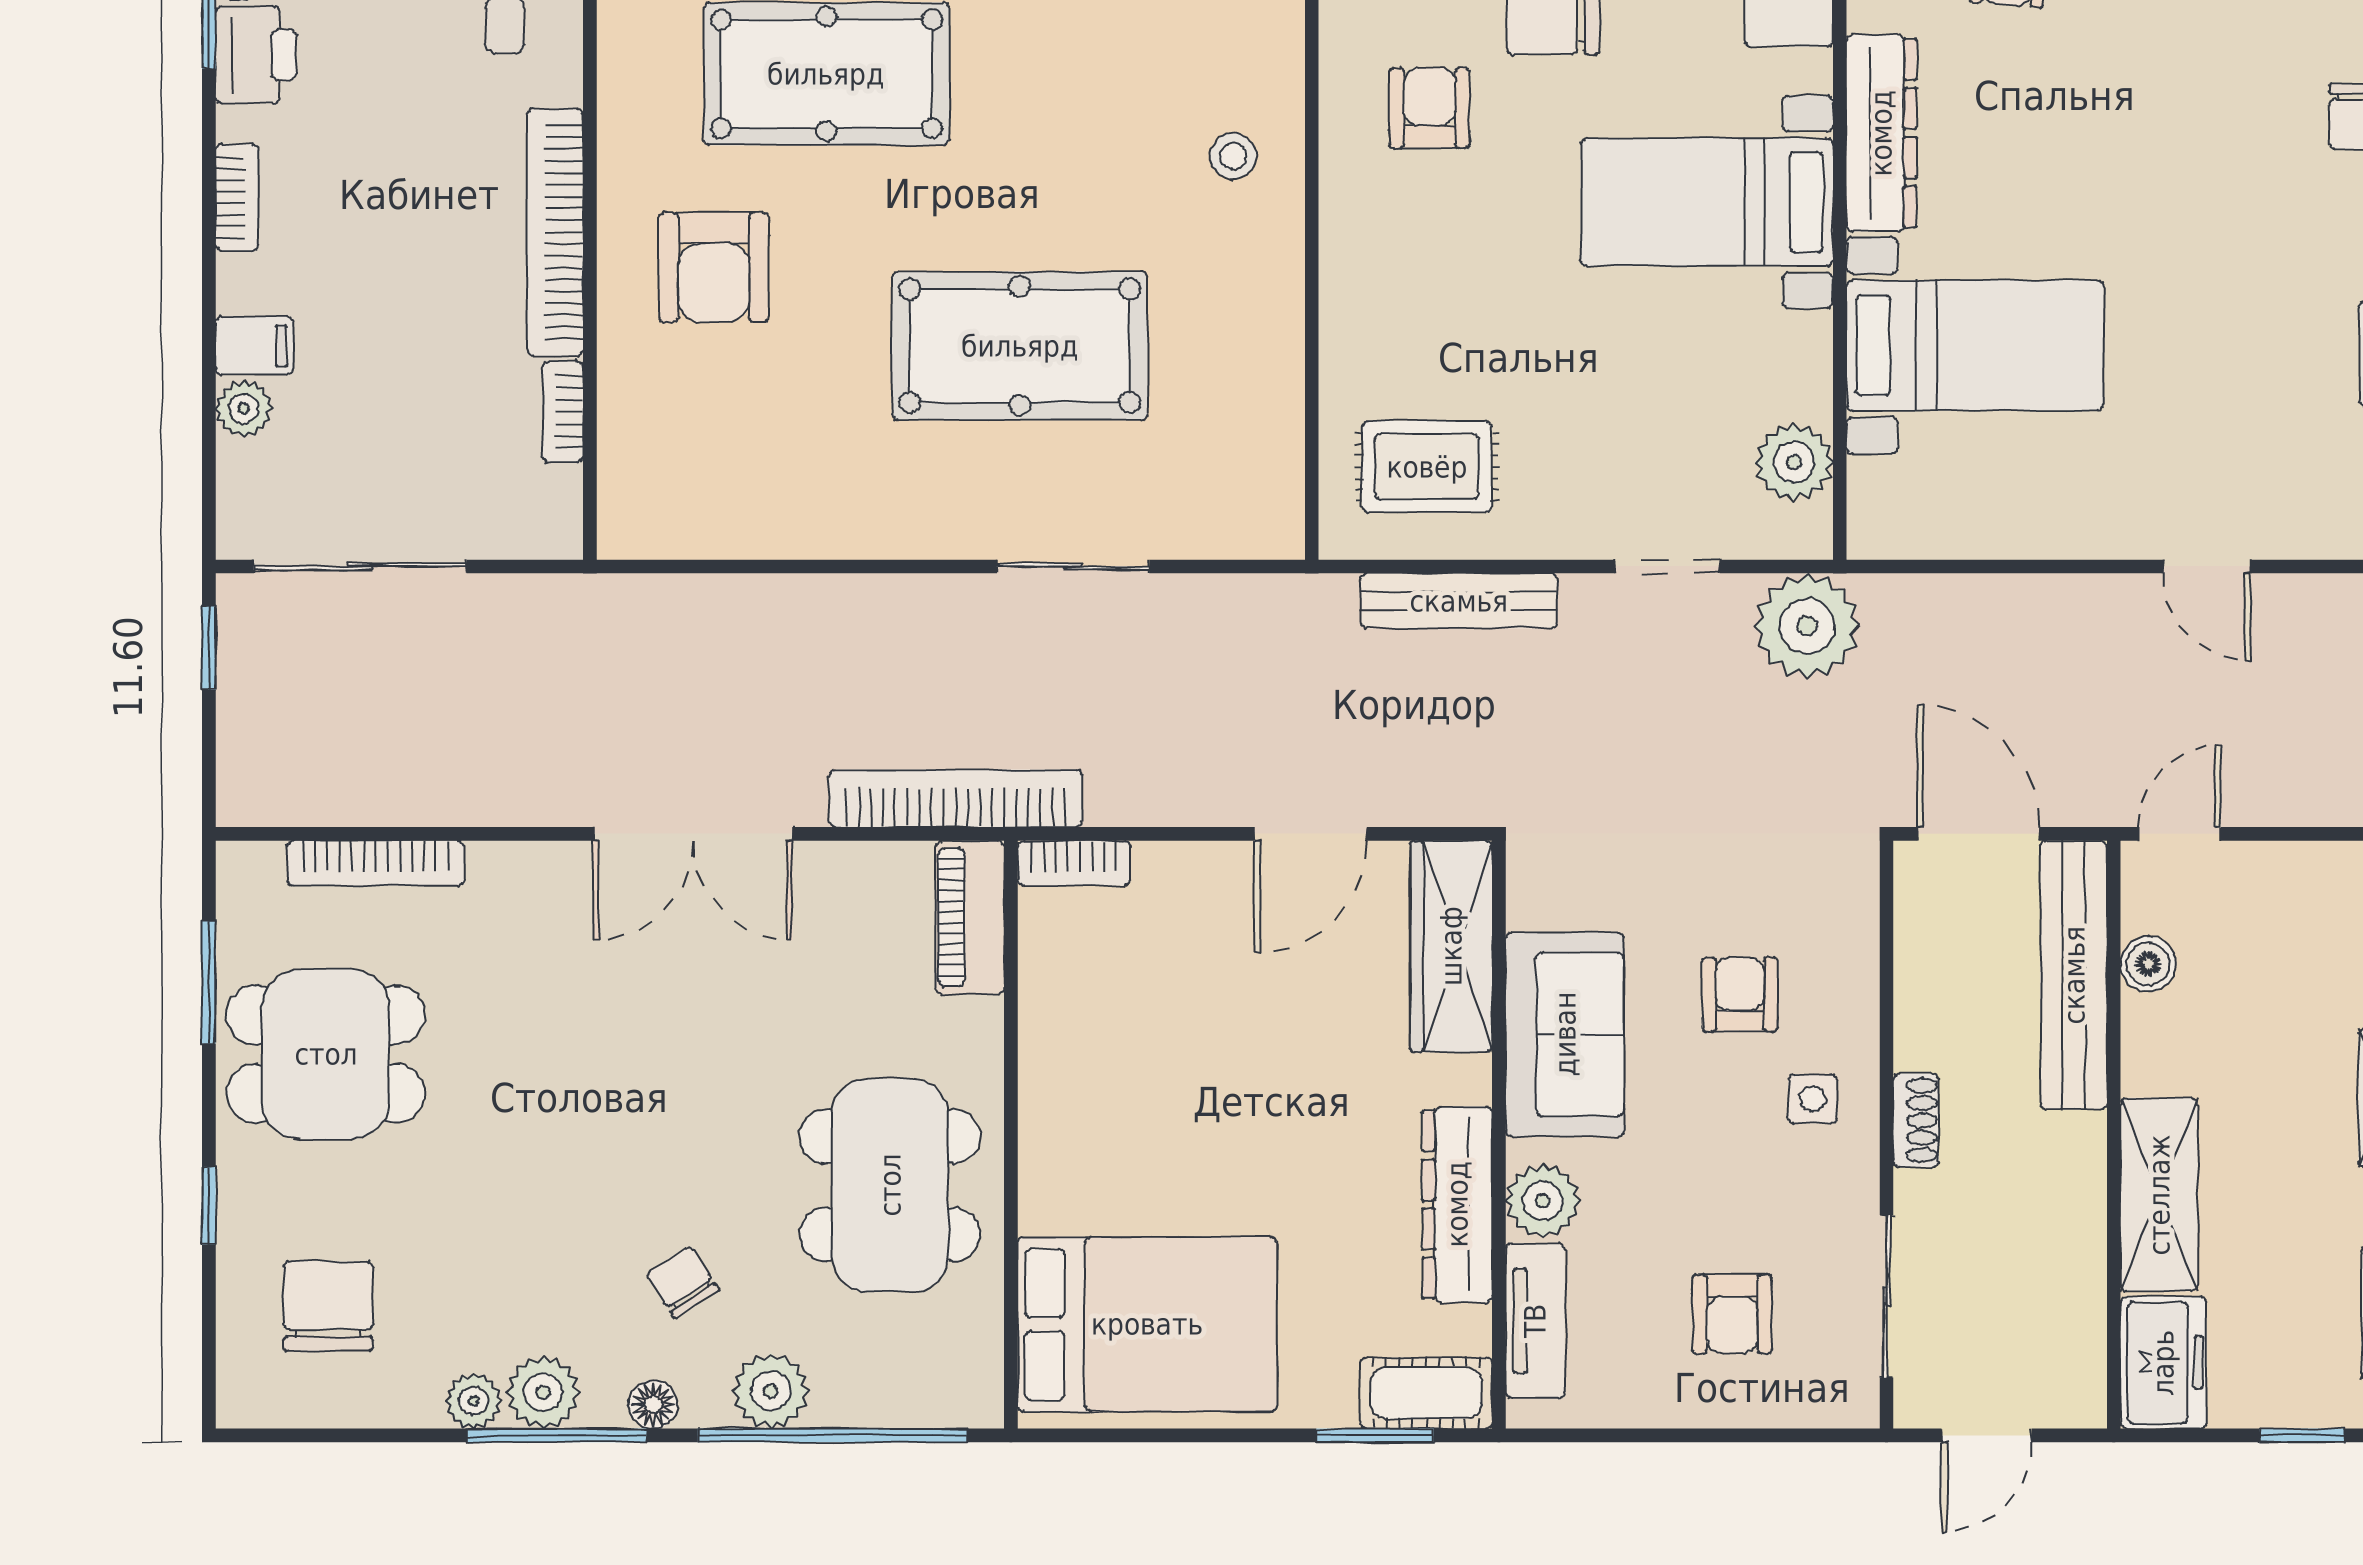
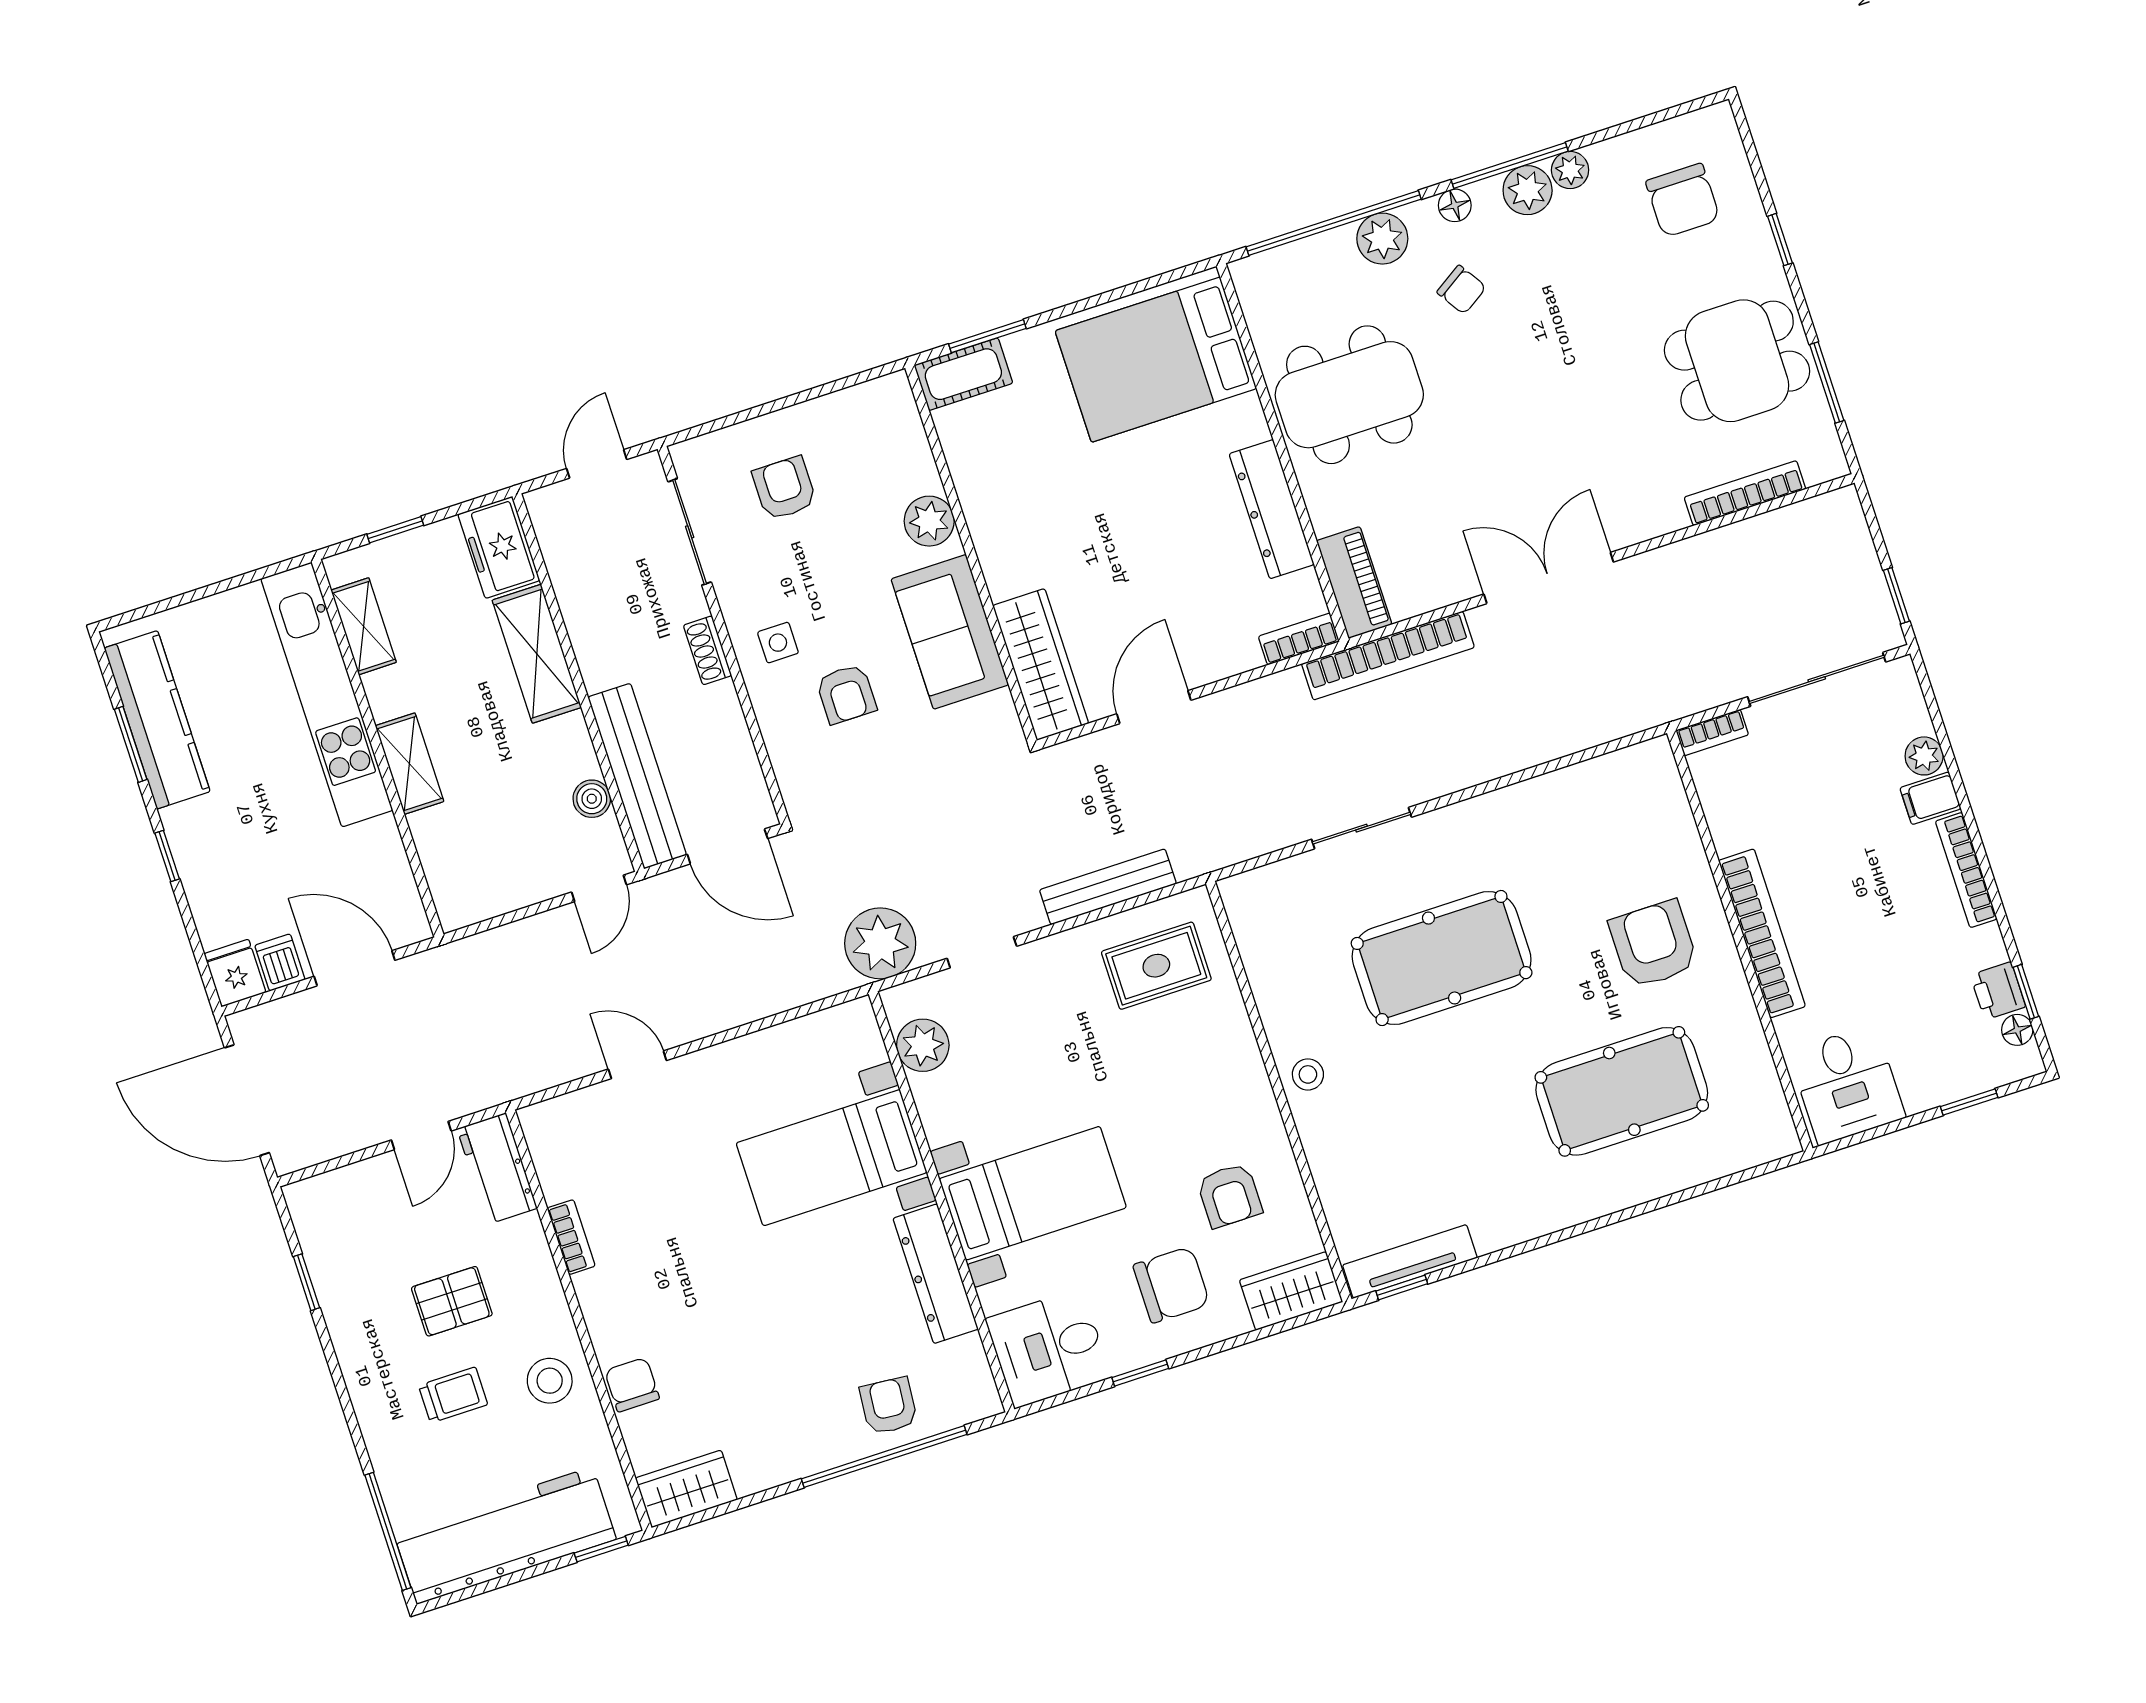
printer: (256, 55) -> (1998, 991), width x0.73, depth x0.81
stool: (1233, 156) -> (1308, 1074), moved
bookcase: (237, 198) -> (1966, 870), width x1.56
bookcase: (563, 412) -> (1712, 733), moved, turned 90
dining table: (890, 1185) -> (1349, 395), turned 90
dresser: (1457, 1204) -> (1272, 509), moved, turned 180
tv unit: (1535, 1321) -> (909, 443), removed

